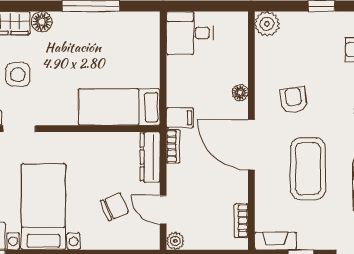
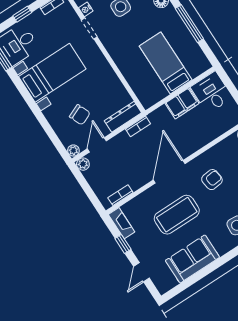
floor lamp: (240, 93) -> (196, 145), removed
bed: (119, 107) -> (166, 63), moved
filing cabinet: (180, 118) -> (182, 103), moved, width x2.00
plant: (152, 242) -> (73, 150), added

